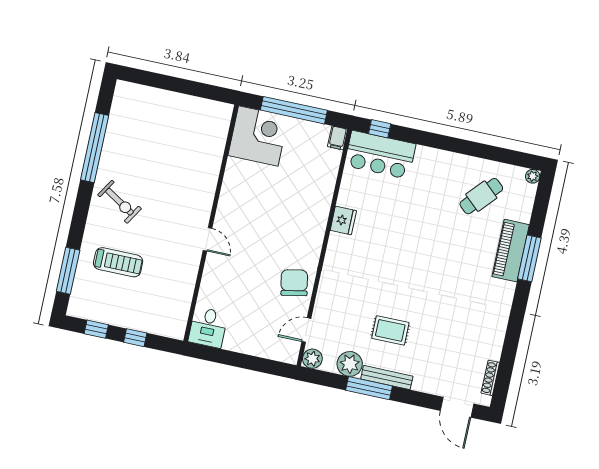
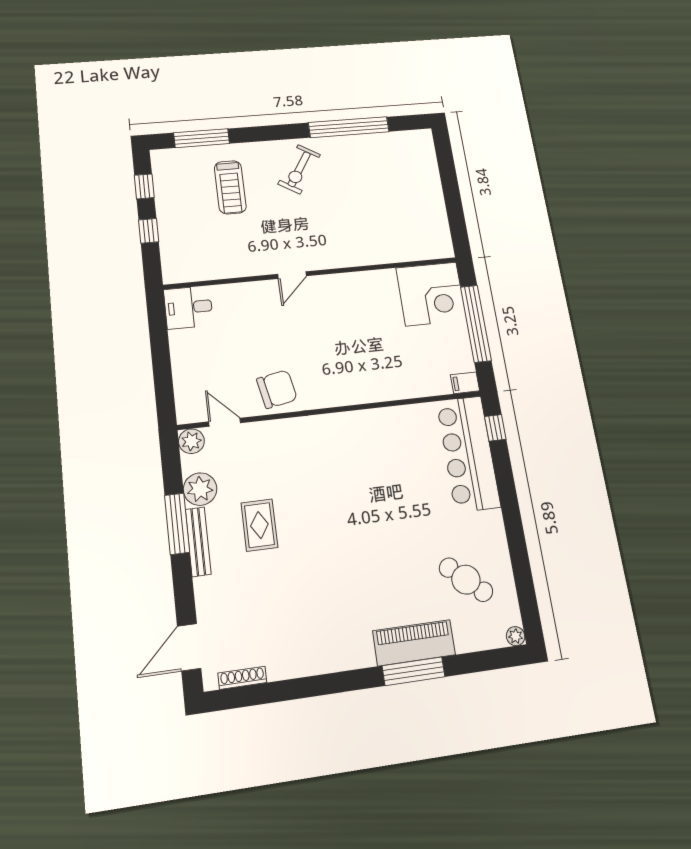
bar counter: (380, 155) -> (468, 454), width x1.36
fridge: (343, 220) -> (372, 422), removed

